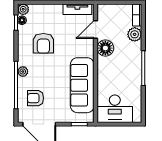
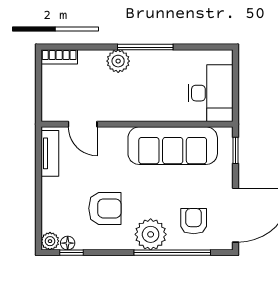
plant: (135, 34) -> (118, 61), moved
floor lamp: (105, 48) -> (113, 108), removed
plant: (23, 72) -> (151, 234), width x1.88, depth x1.88
armchair: (35, 98) -> (194, 221), turned 180

